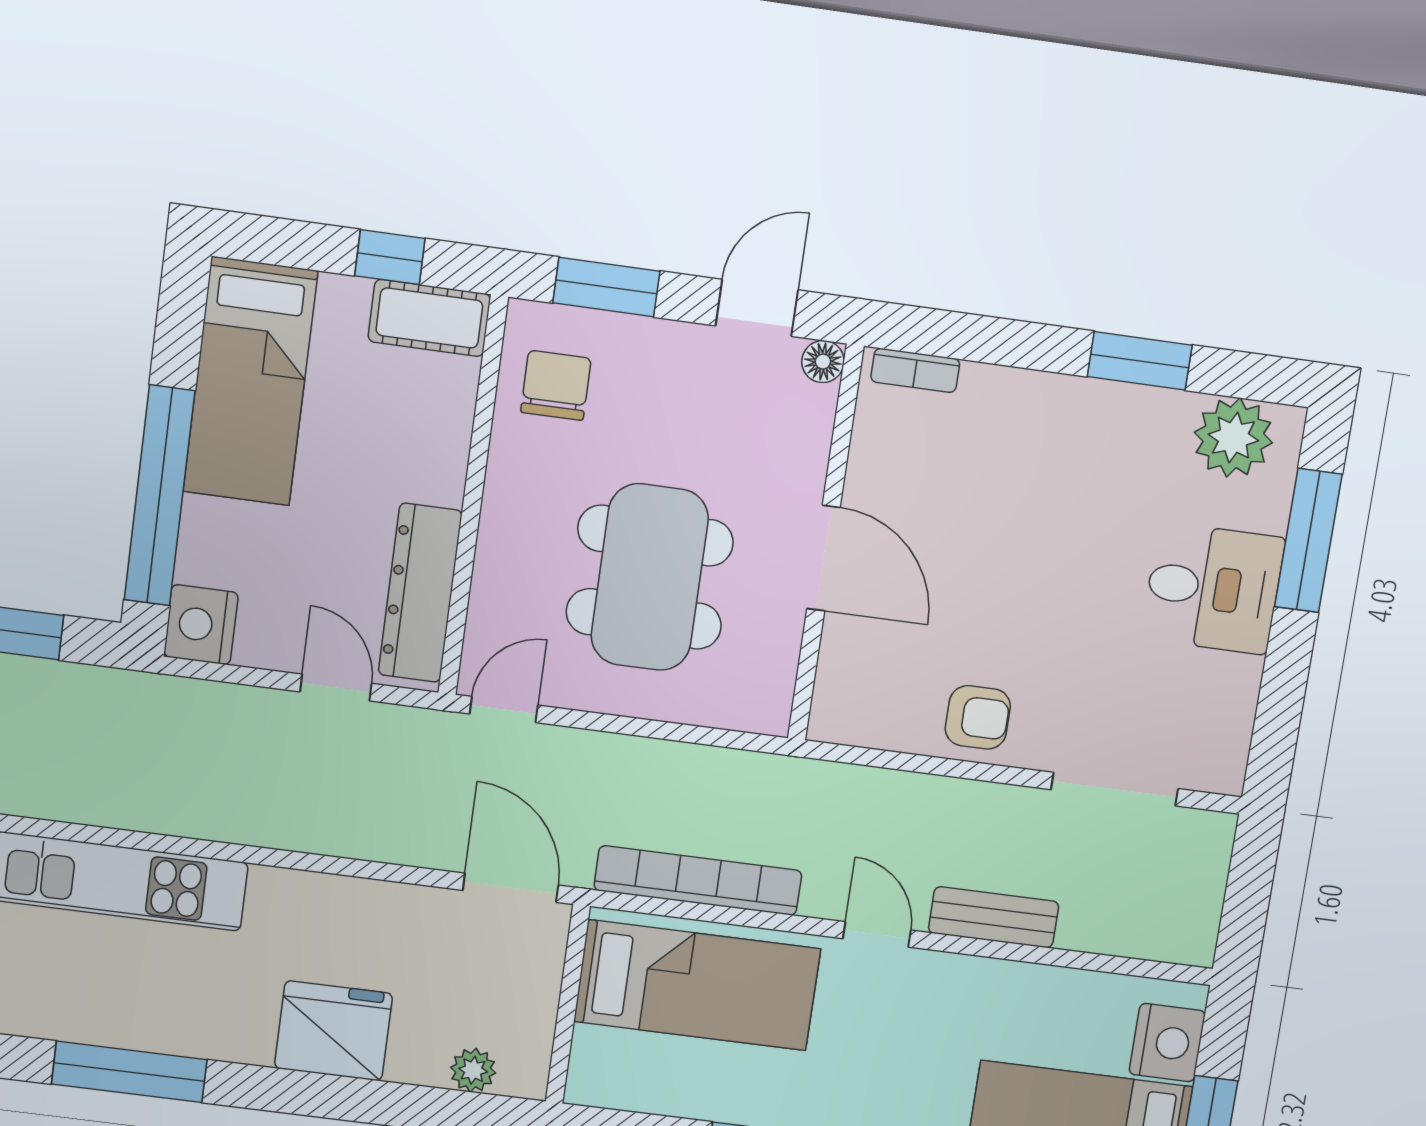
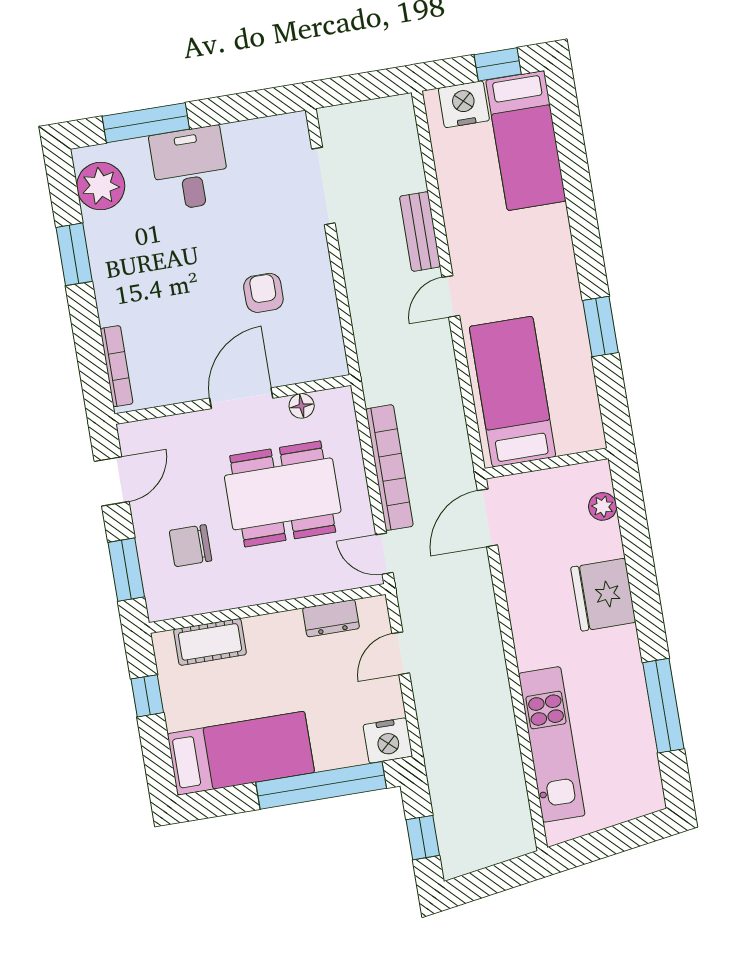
door: (757, 308) -> (112, 481), swing flipped
cot: (429, 318) -> (210, 642), moved, turned 90
floor lamp: (823, 362) -> (302, 406), moved
bookcase: (915, 370) -> (117, 366), width x1.56
chair: (556, 385) -> (190, 546), moved
dresser: (420, 593) -> (331, 618), width x0.51, depth x0.80
armchair: (978, 717) -> (263, 293), moved
bookcase: (698, 880) -> (389, 468), moved, turned 180

